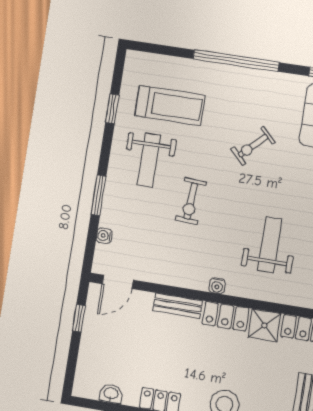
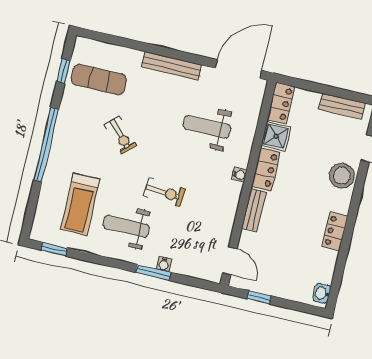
treadmill: (170, 106) -> (80, 204), turned 180
window: (112, 109) -> (54, 249), moved
weight bench: (149, 160) -> (126, 226), turned 180
water cooler: (104, 236) -> (164, 264), moved
washbasin: (111, 394) -> (322, 293), moved

